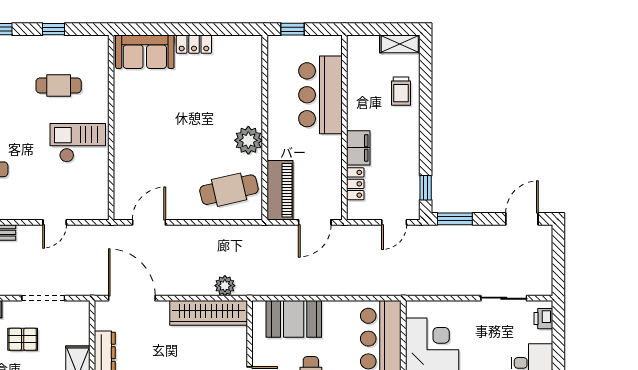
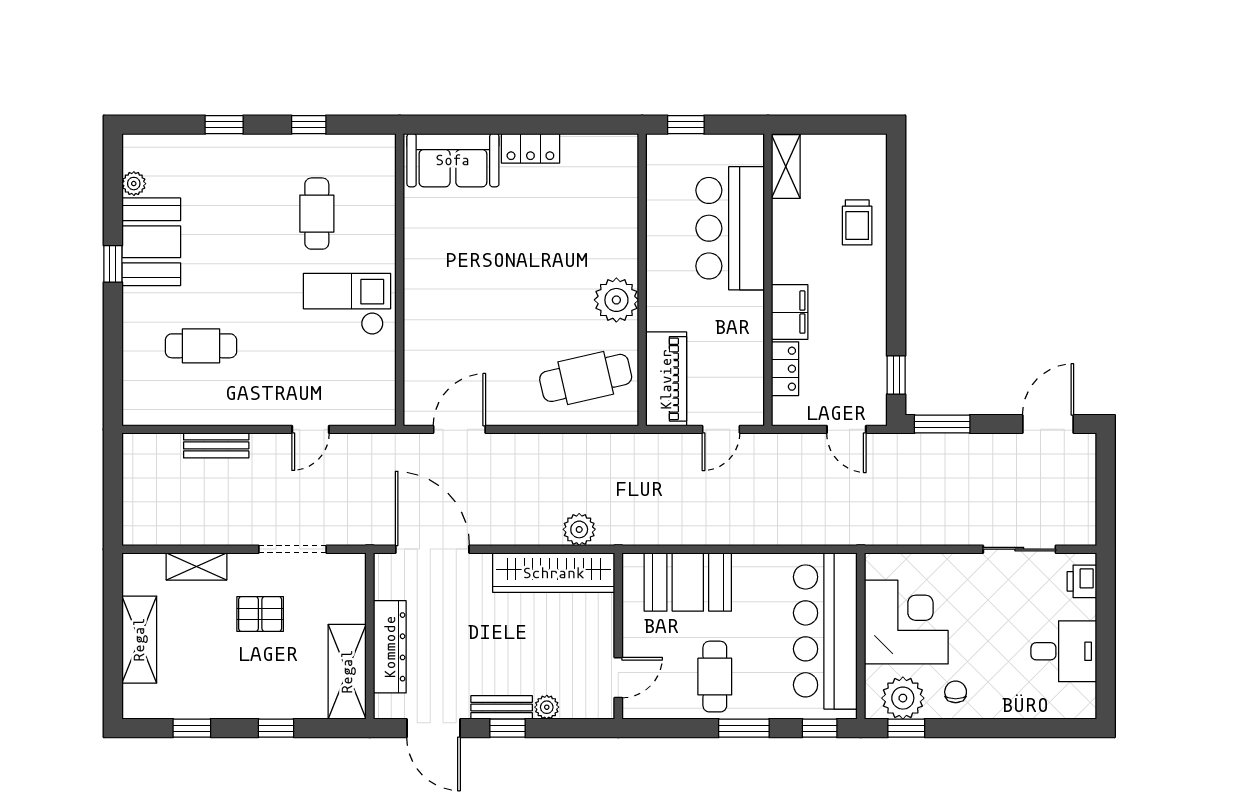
shelving: (400, 44) -> (786, 167), moved, turned 90
cafe table: (59, 86) -> (317, 214), turned 90
door: (315, 222) -> (721, 429), width x0.73
door: (394, 222) -> (846, 429), hinge flipped

